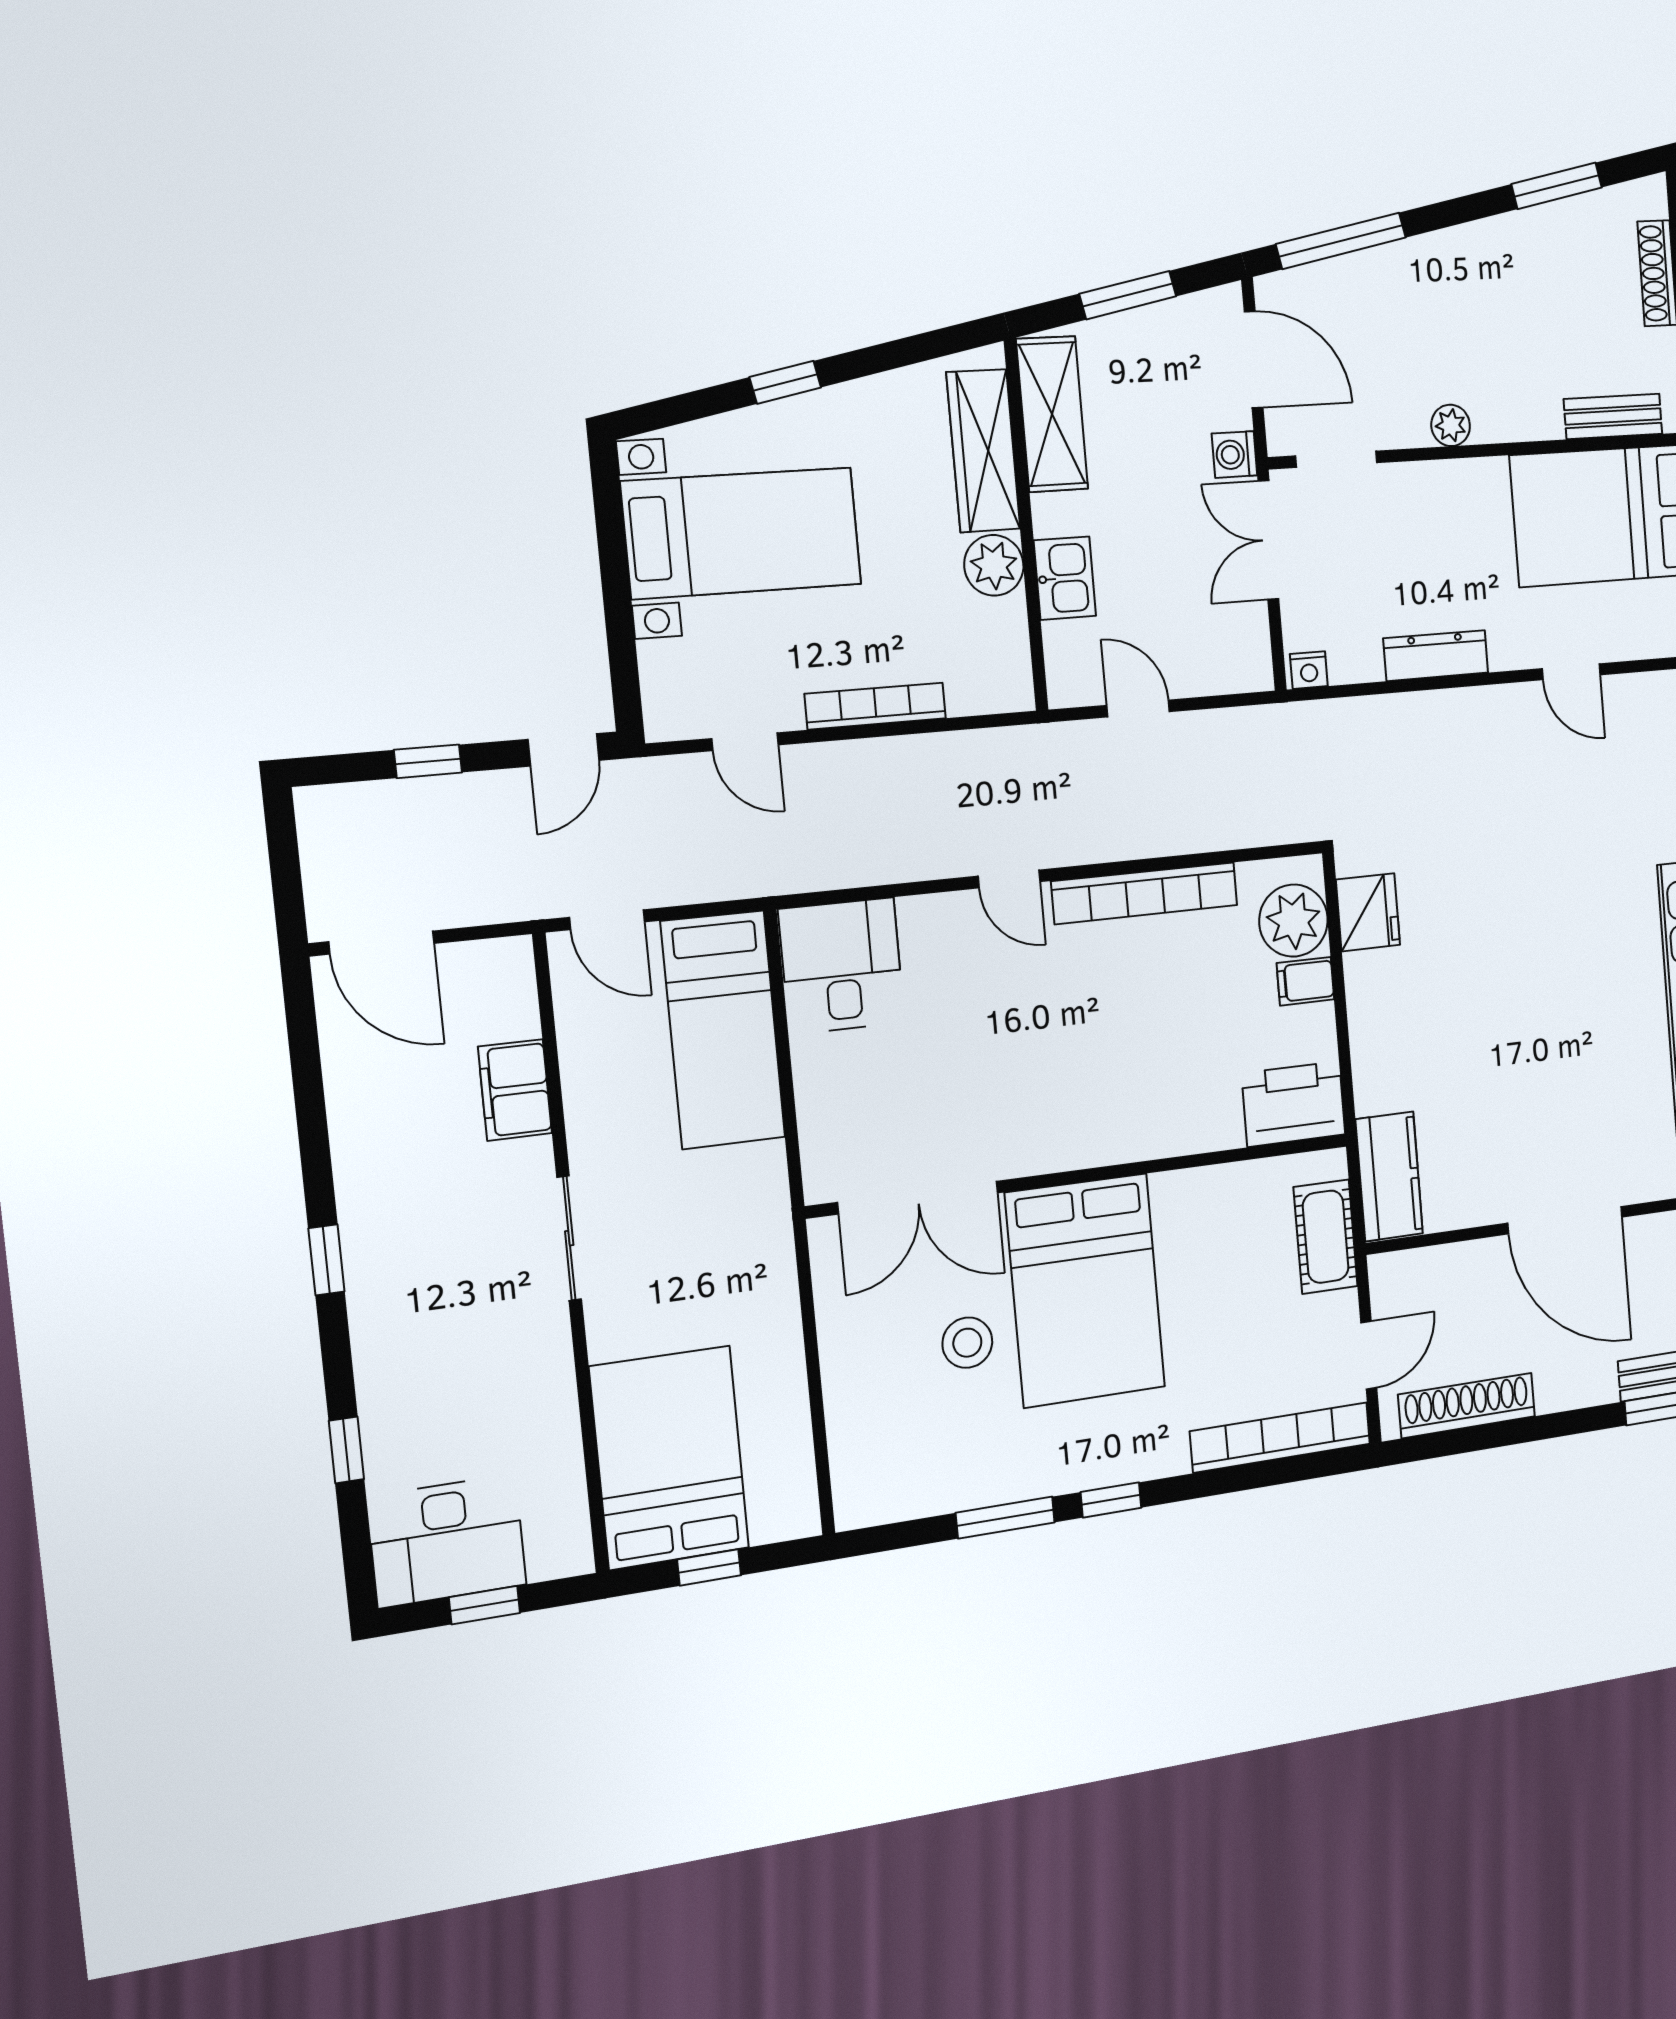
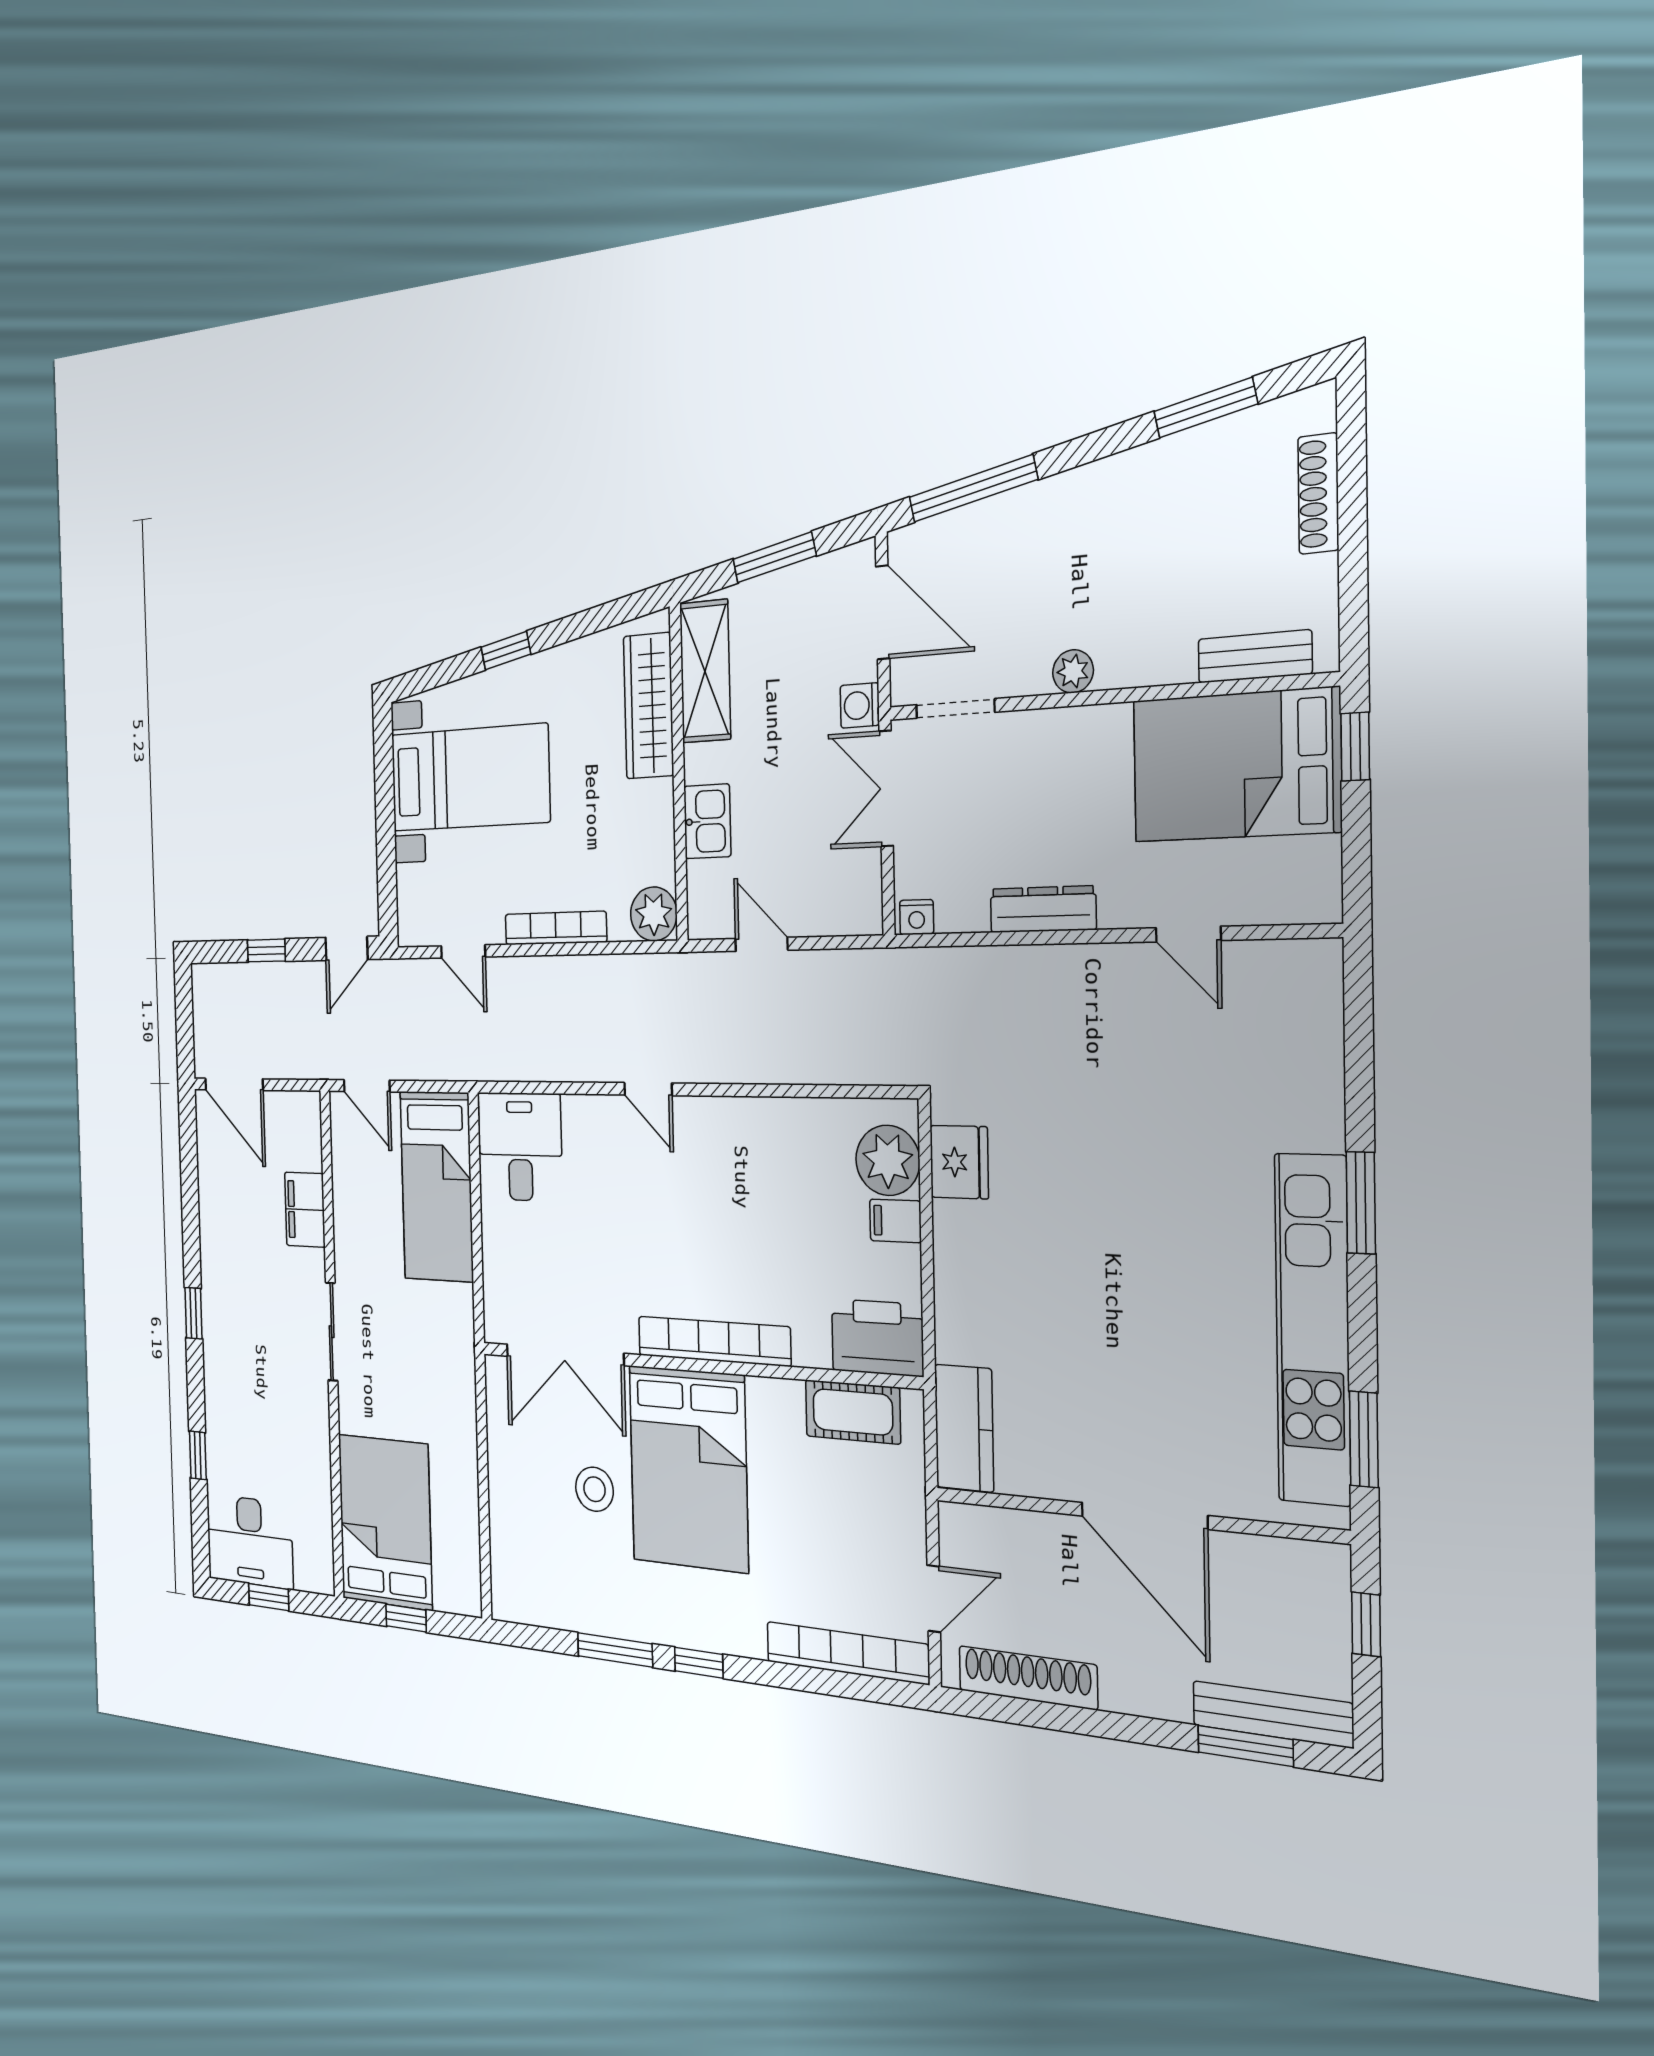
plant: (994, 565) -> (654, 914), moved
bookcase: (1145, 893) -> (714, 1341), moved, turned 180
cot: (1326, 1237) -> (853, 1412), moved, turned 90

